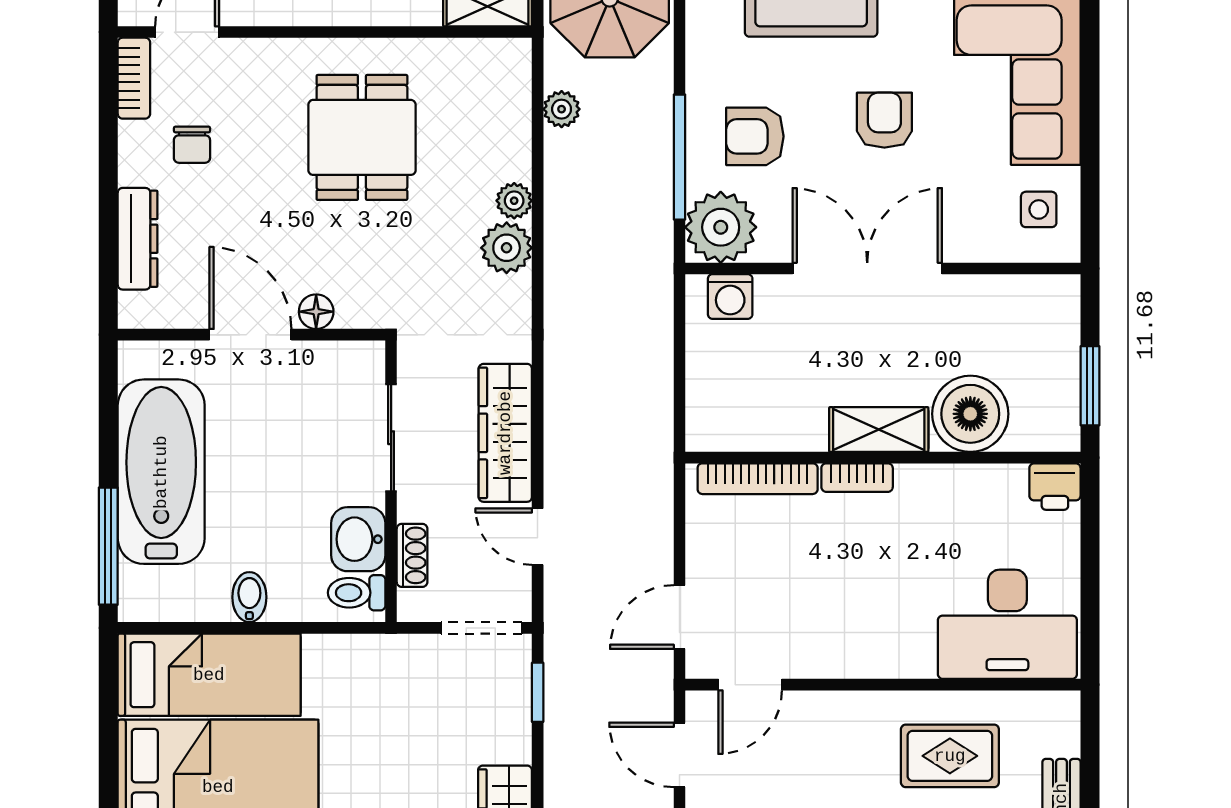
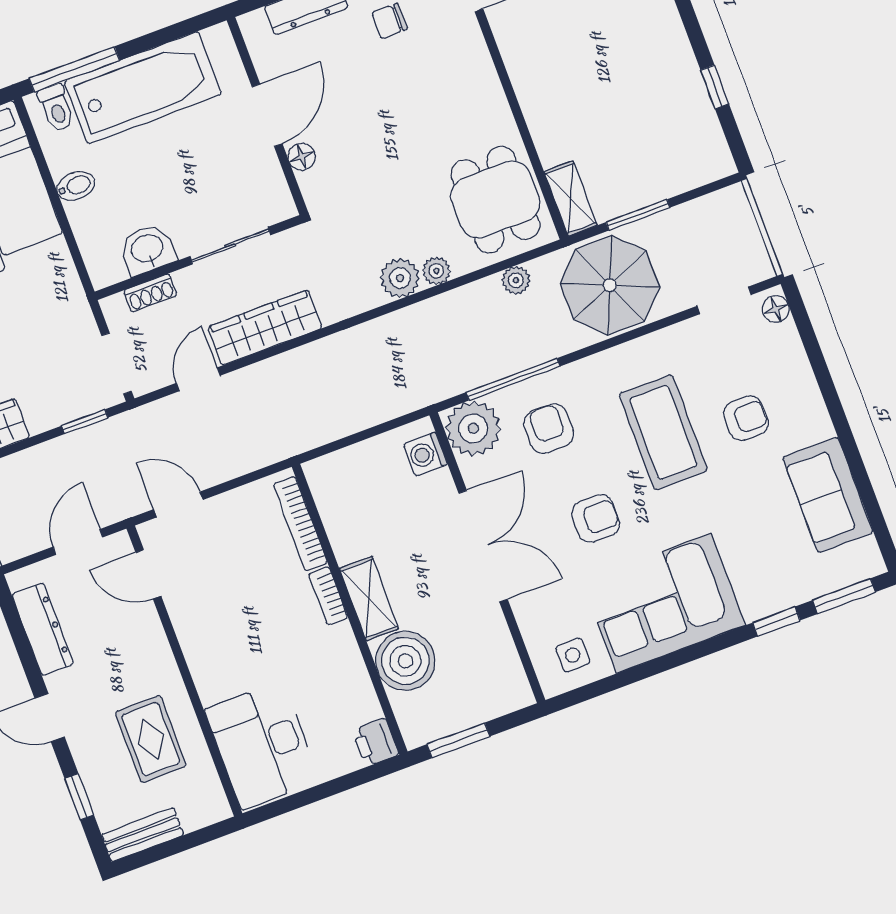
dining table: (362, 137) -> (495, 200), moved, turned 90
toilet: (357, 593) -> (56, 108), moved, turned 180

